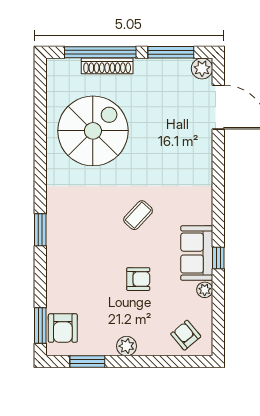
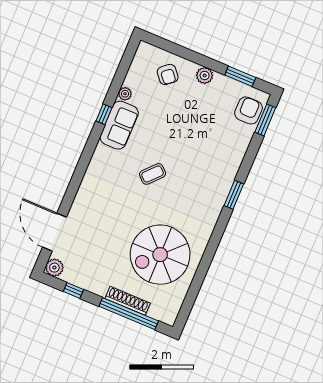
window: (171, 52) -> (73, 290), width x0.46
armchair: (138, 279) -> (173, 124), removed
armchair: (186, 335) -> (168, 74), moved

